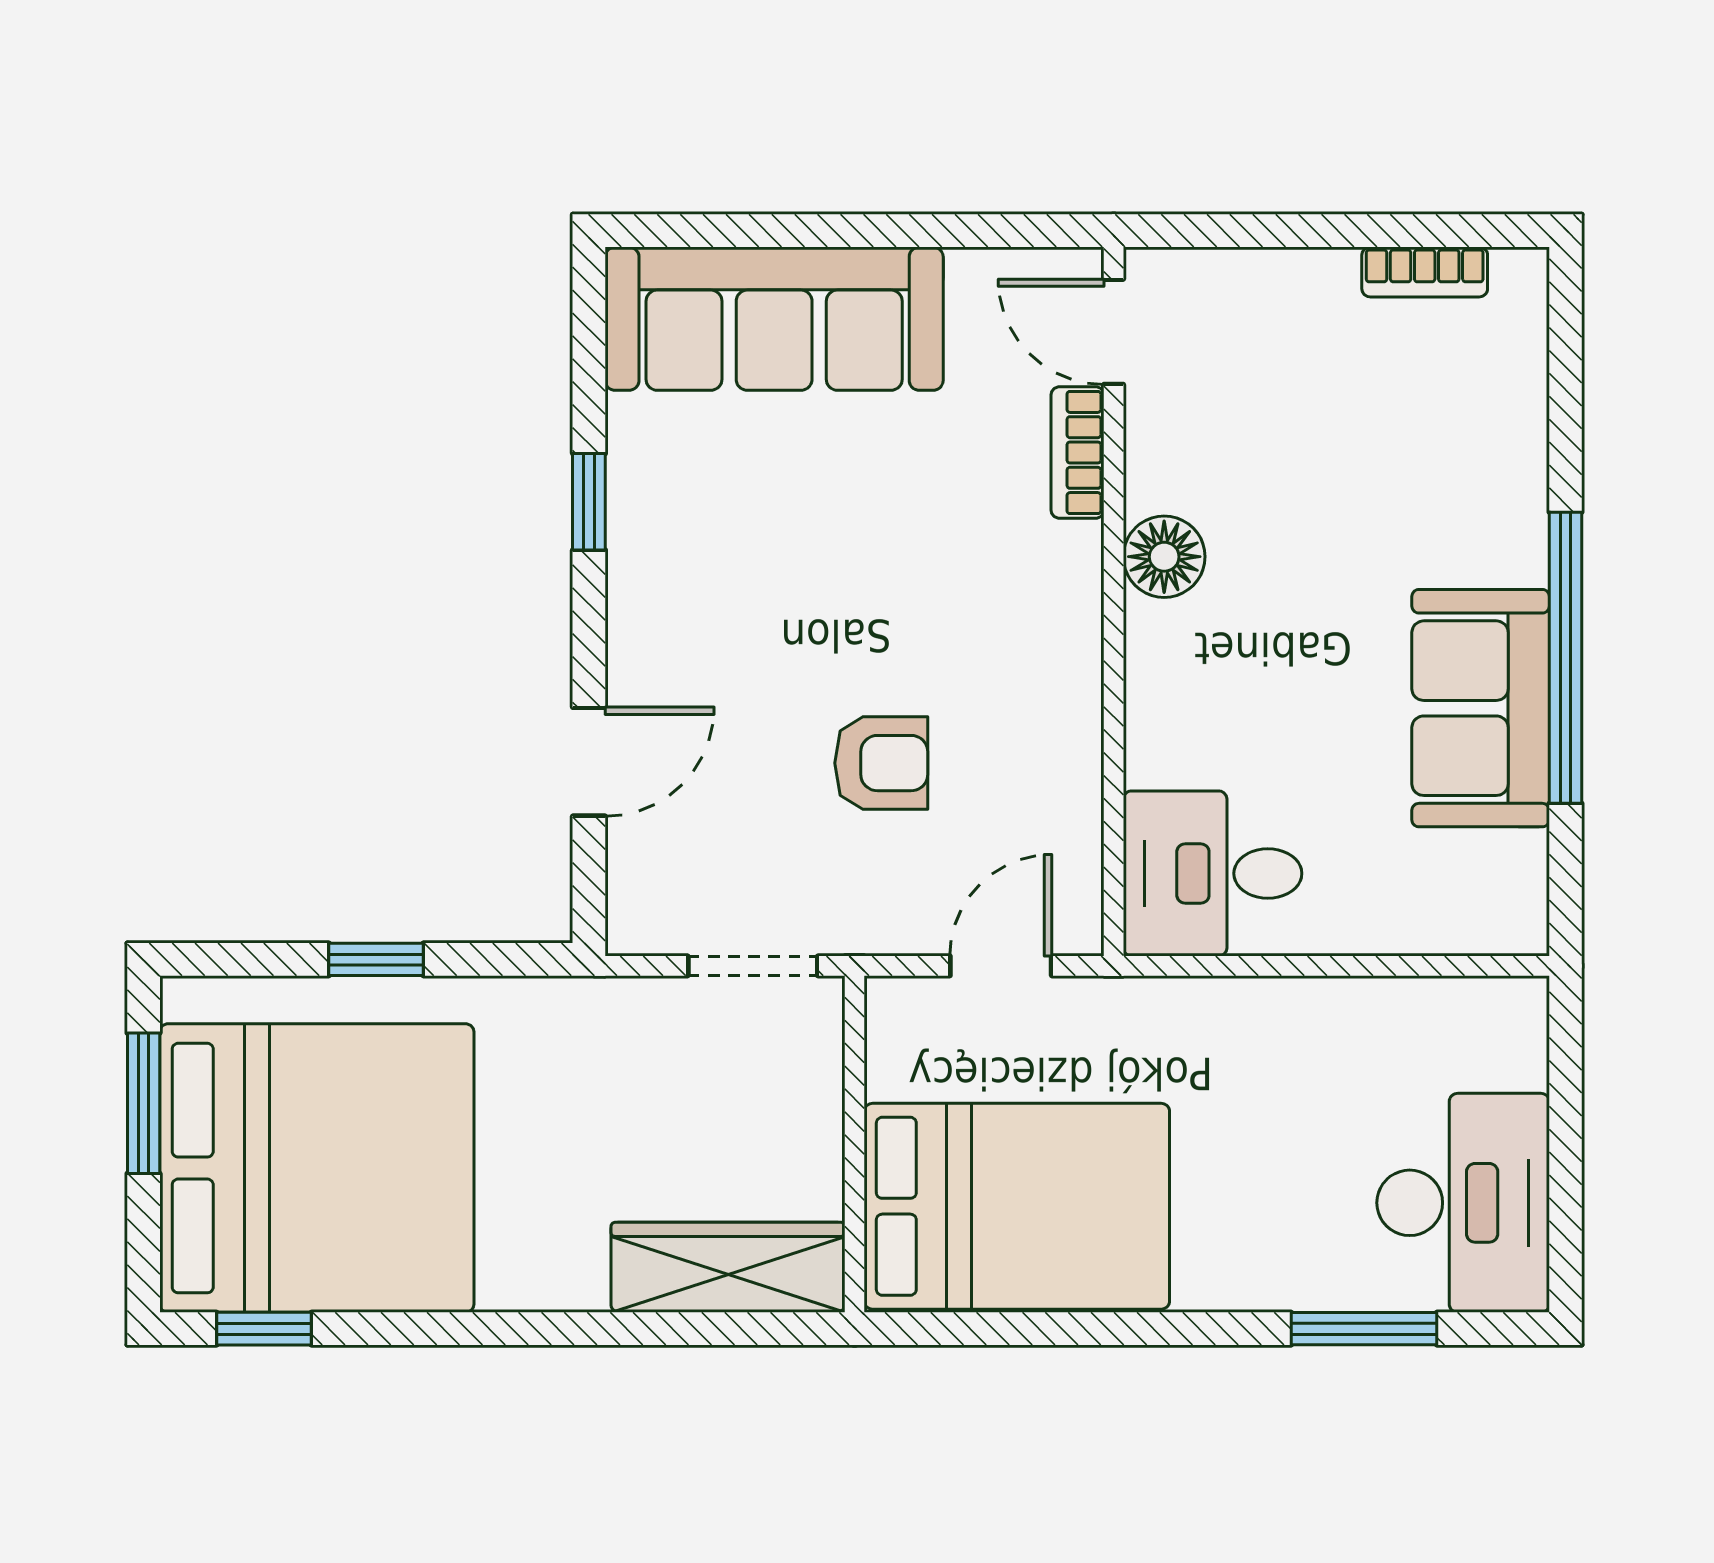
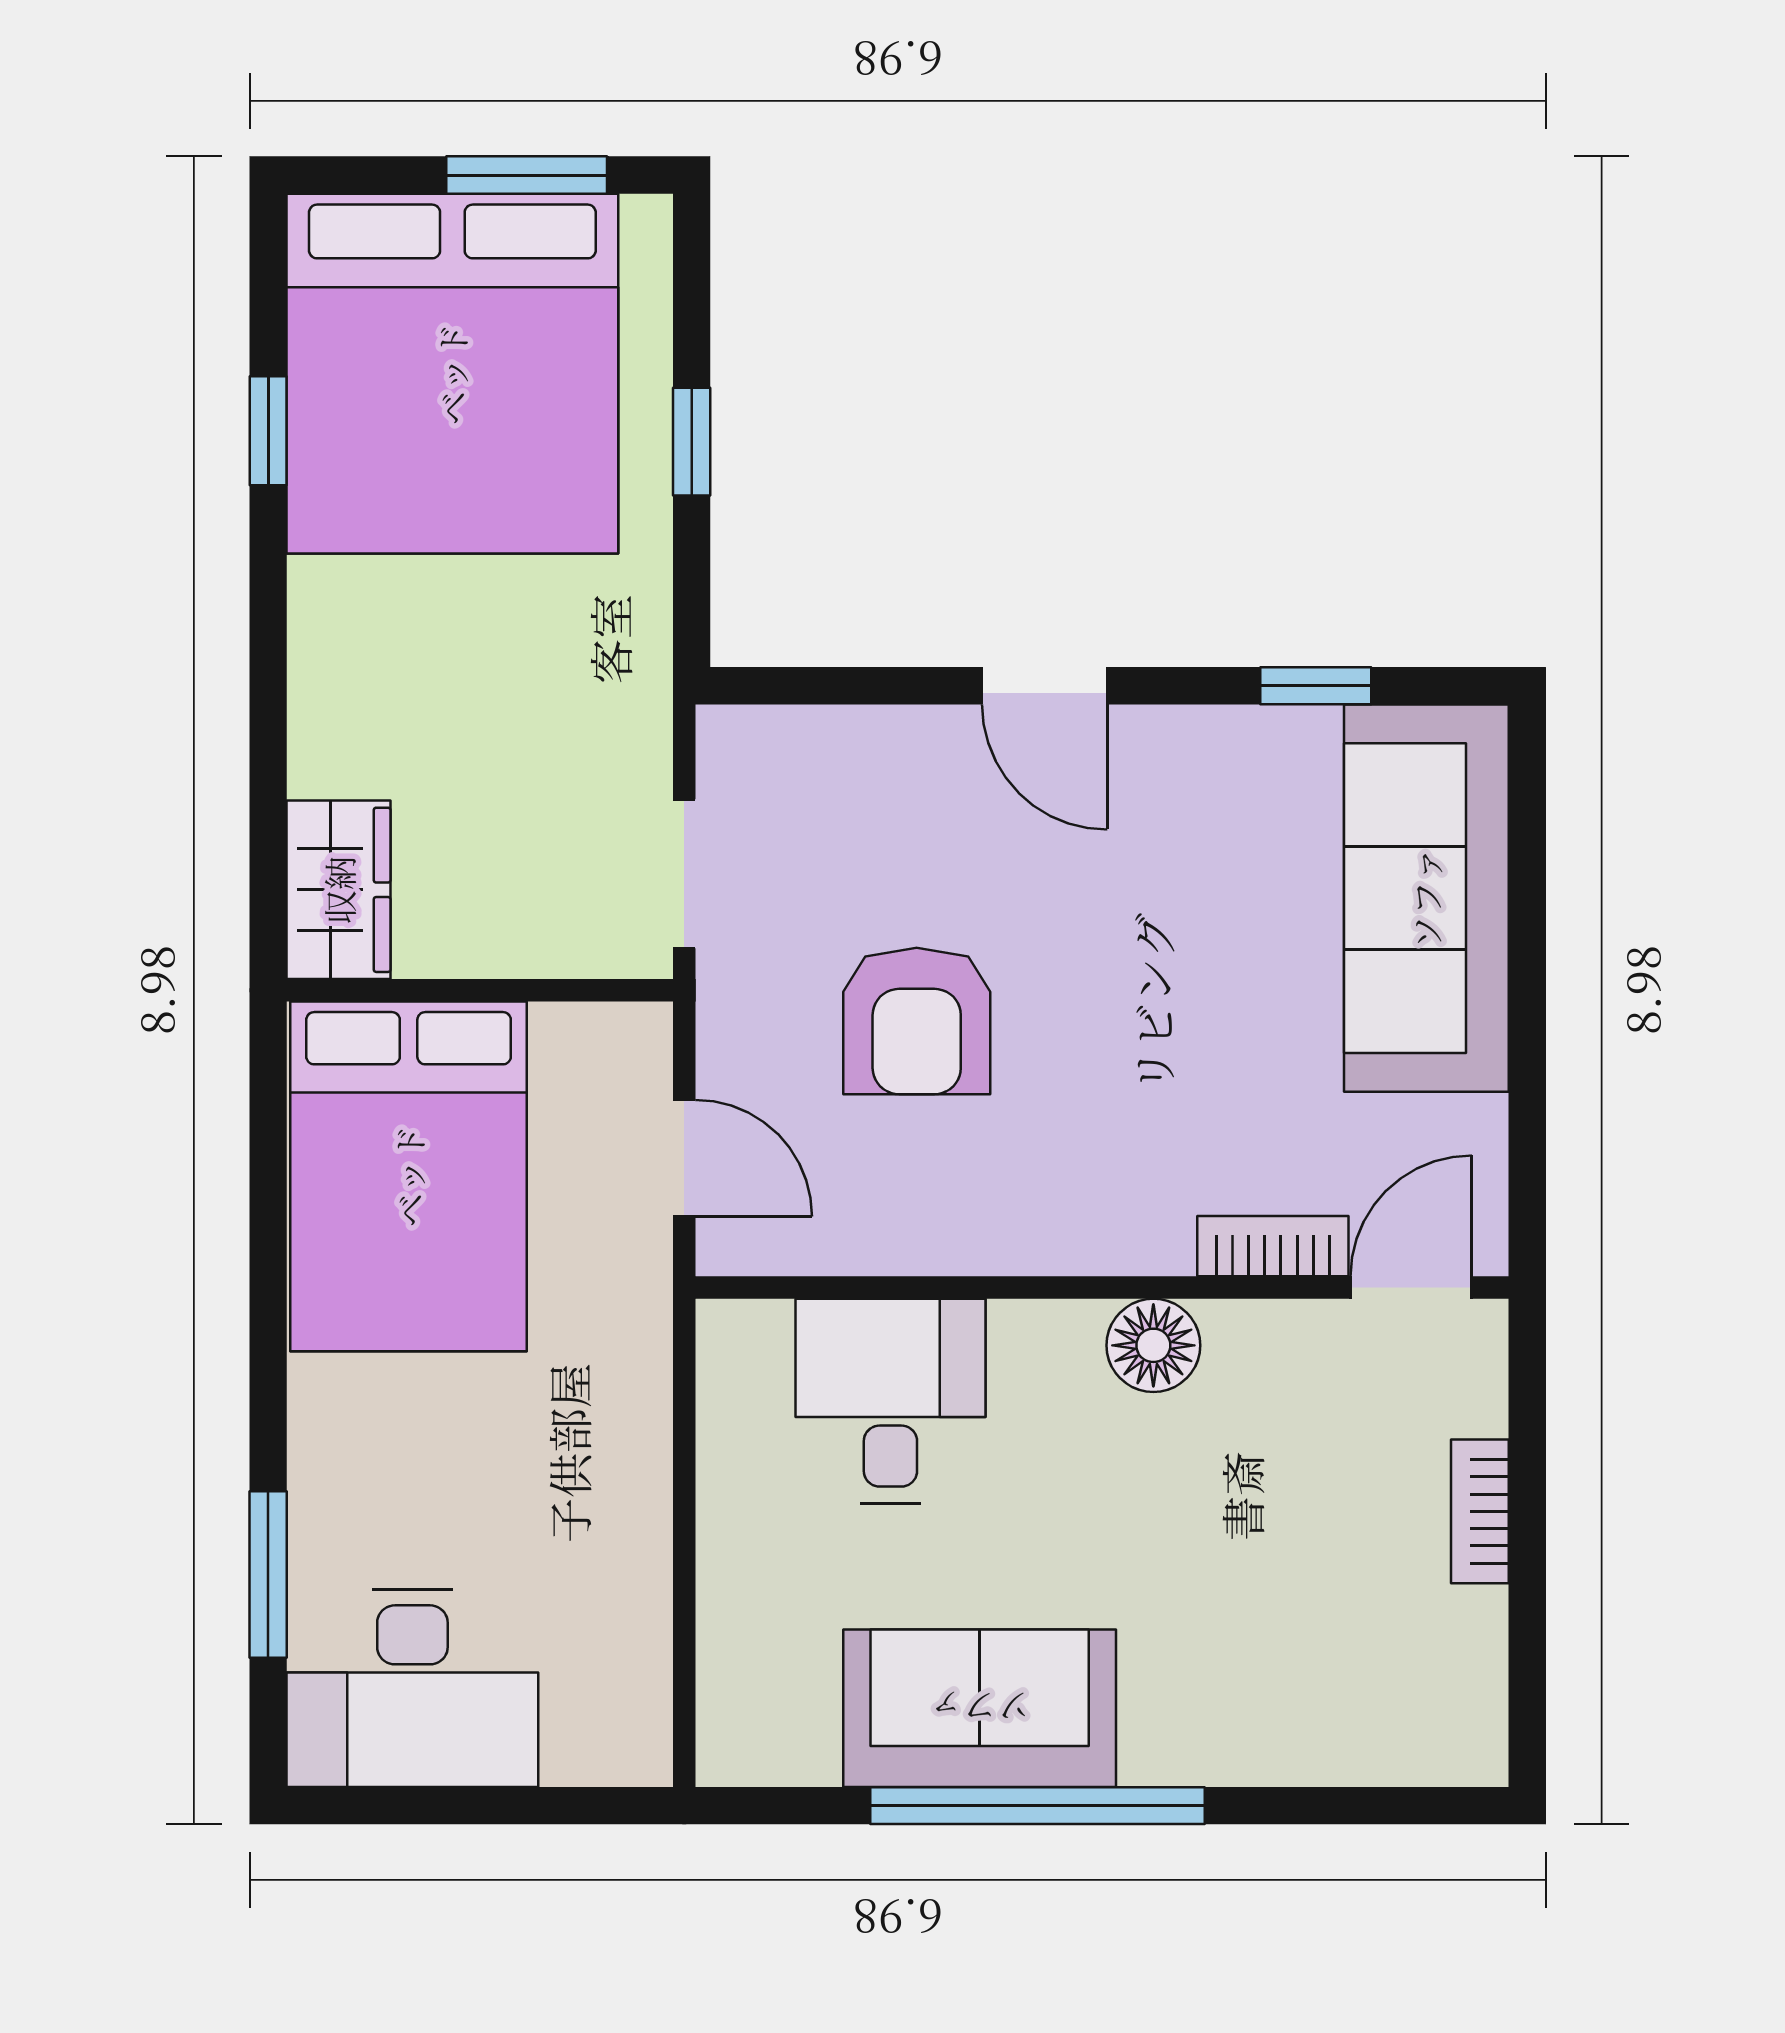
bookcase: (1425, 272) -> (1480, 1511), moved
window: (589, 502) -> (1316, 686), moved
door: (589, 762) -> (1044, 686), moved
armchair: (881, 763) -> (917, 1021), width x1.38, depth x1.38
desk: (1213, 873) -> (890, 1401), moved
wardrobe: (728, 1267) -> (339, 890), width x0.67
window: (264, 1329) -> (268, 431), moved

